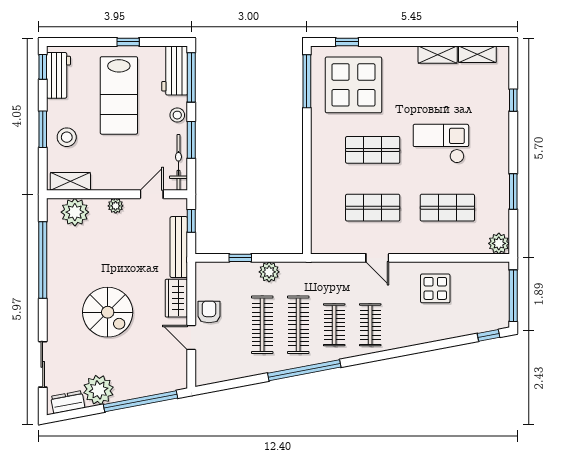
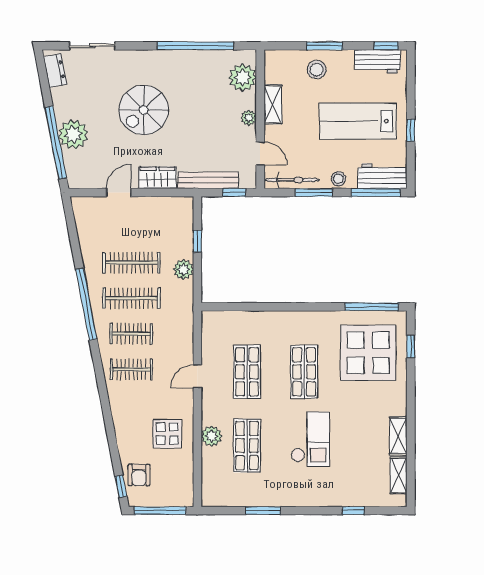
shelving: (70, 181) -> (273, 104), moved
plant: (499, 243) -> (212, 436), moved
armchair: (209, 312) -> (139, 475), moved, turned 90
plant: (99, 390) -> (73, 134), moved

